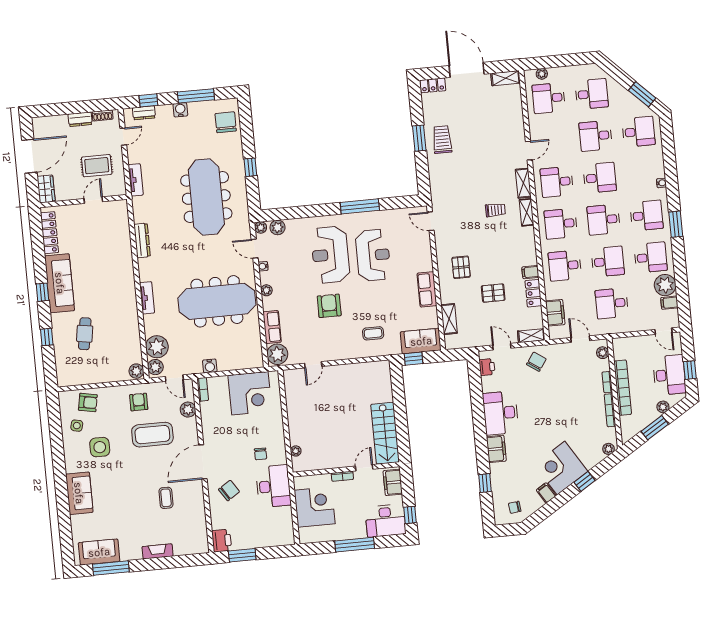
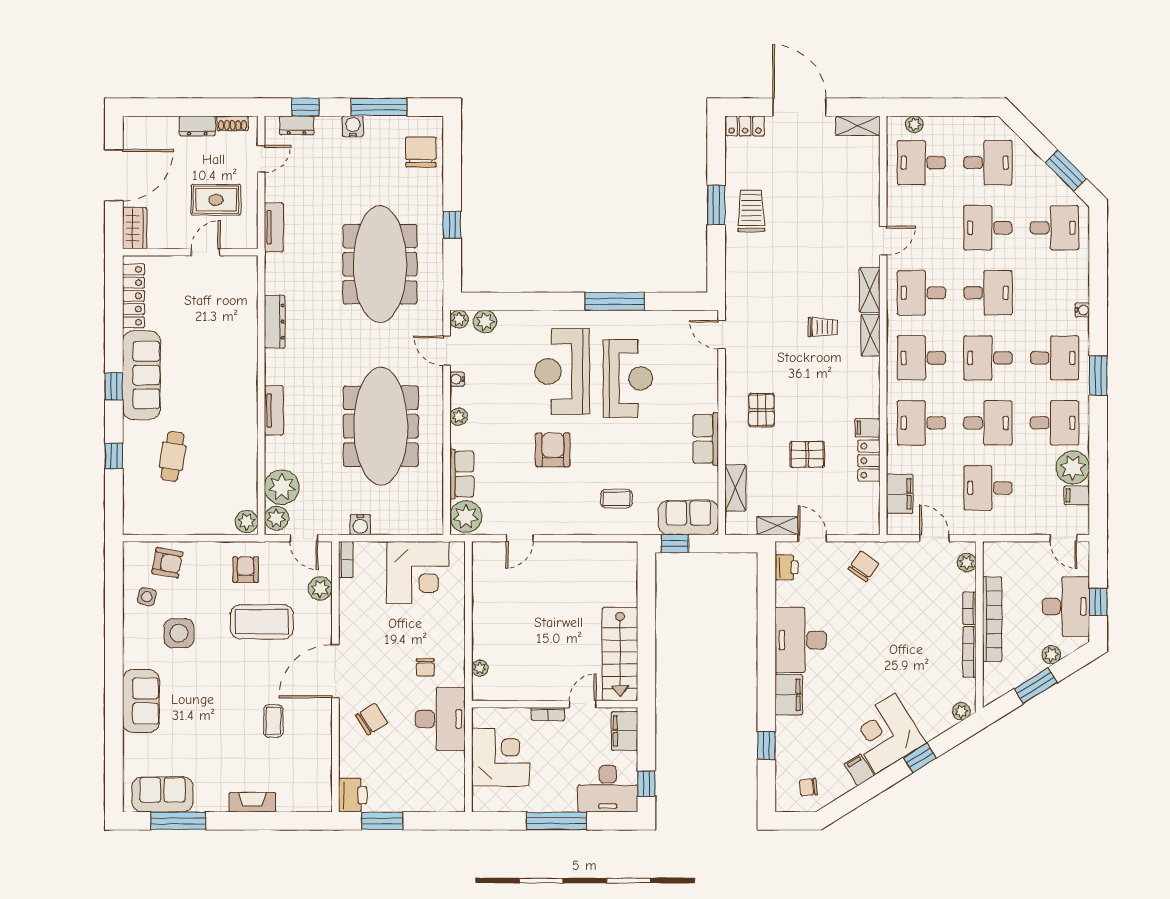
meeting table: (217, 301) -> (381, 426), turned 90
shelving: (531, 336) -> (777, 526), moved

